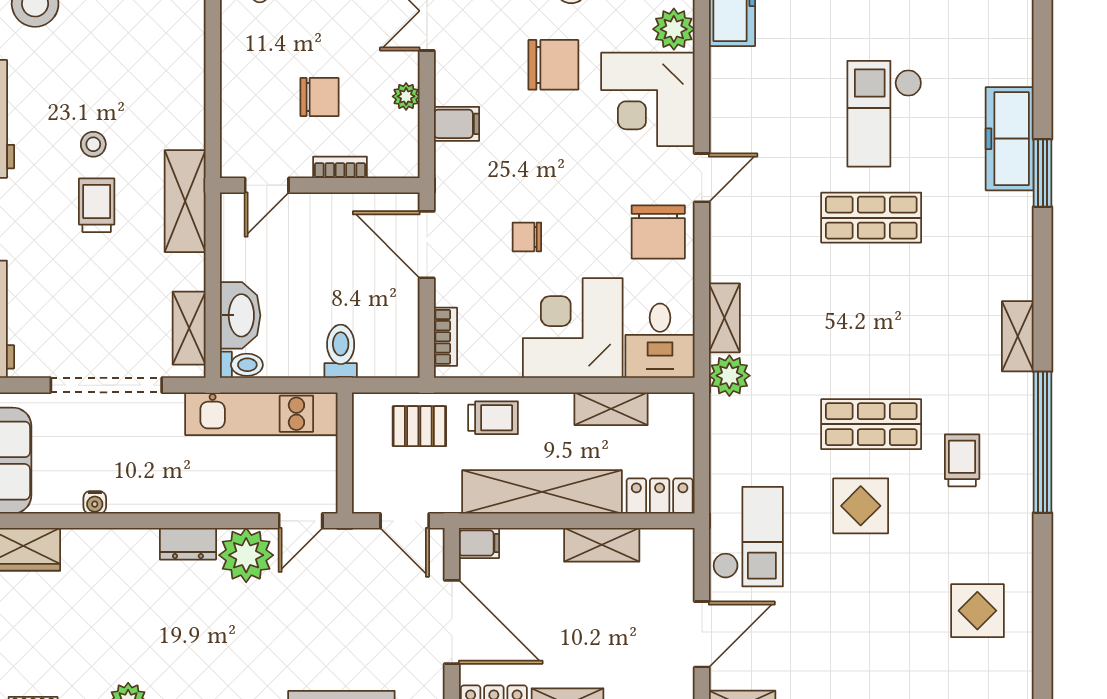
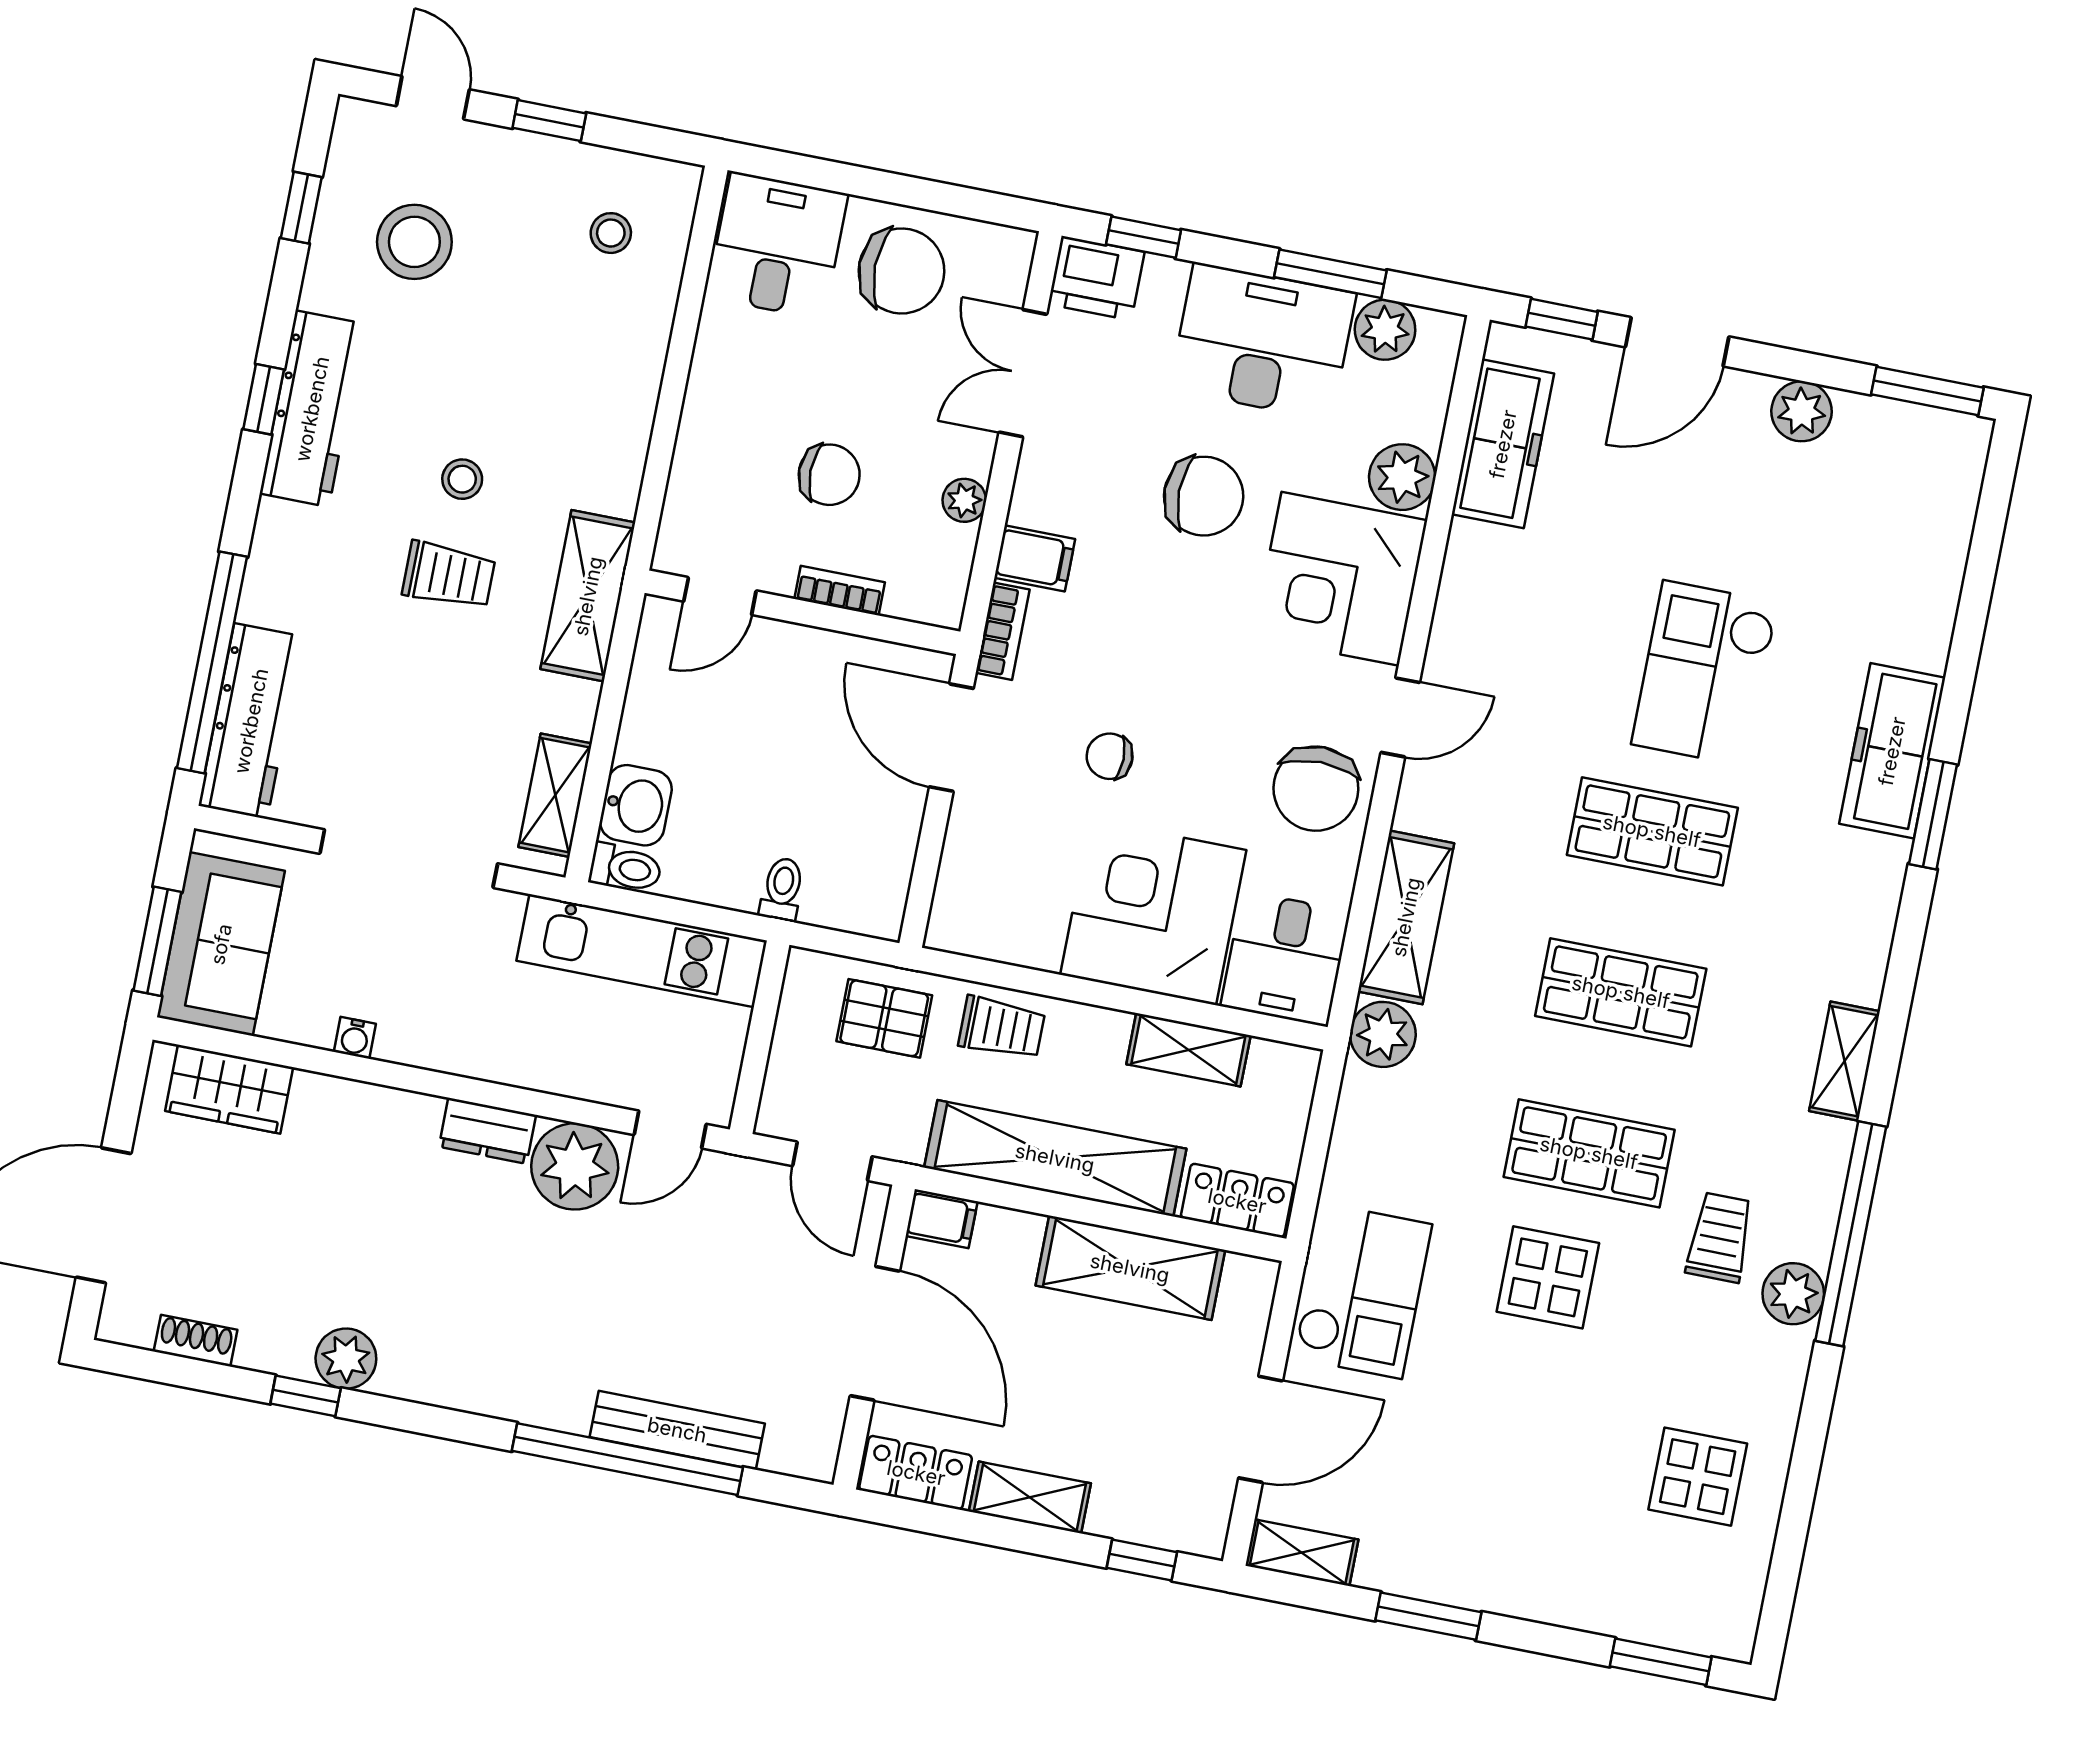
trolley: (97, 205) -> (449, 575), turned 90
washbasin: (240, 315) -> (636, 805), width x0.72
shelving: (724, 318) -> (1406, 917), width x1.50, depth x1.33
shop shelf: (871, 321) -> (1621, 992), added
bookcase: (446, 337) -> (1003, 631), moved
toilet: (341, 351) -> (782, 889), width x0.73, depth x0.72
plant: (1014, 486) -> (1793, 1294), added
shelving: (602, 545) -> (1130, 1268), width x1.50, depth x1.33

